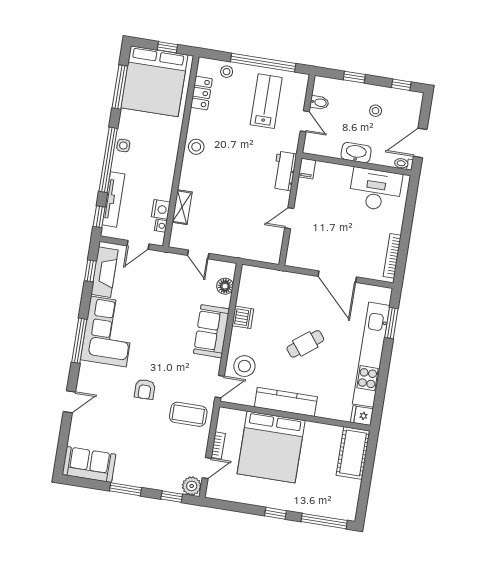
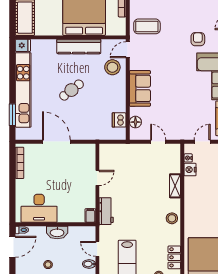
shelving: (182, 207) -> (175, 186), moved
dishwasher: (243, 317) -> (119, 120), moved
armchair: (145, 389) -> (198, 39), moved

